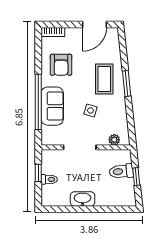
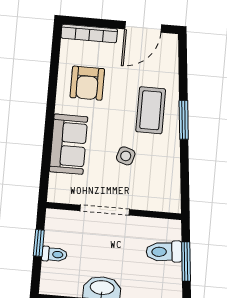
bookcase: (53, 32) -> (89, 34), width x1.56
window: (38, 102) -> (48, 136), removed
plant: (114, 140) -> (158, 203), removed
window: (136, 177) -> (186, 261), width x1.50

